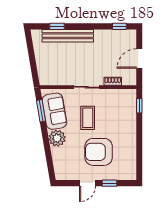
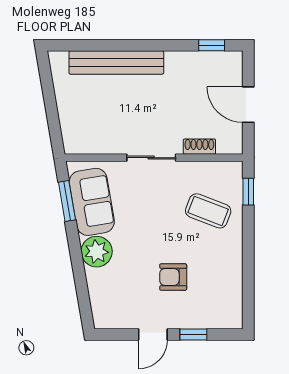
window: (57, 26) -> (97, 45), removed
door: (139, 59) -> (248, 105), hinge flipped
coffee table: (88, 118) -> (208, 211), moved, turned -69
armchair: (99, 152) -> (173, 277), width x0.53, depth x0.53

